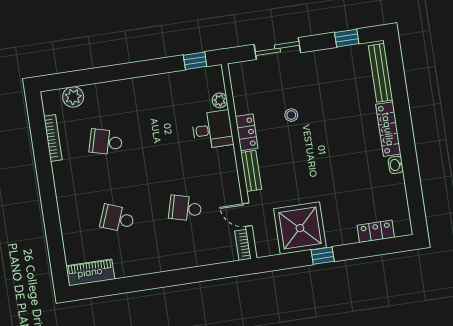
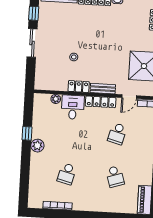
sliding door: (277, 48) -> (32, 43), moved
window: (195, 61) -> (27, 133), moved
plant: (73, 97) -> (37, 146), moved
locker: (230, 172) -> (101, 102), added
school desk: (117, 218) -> (115, 177), turned -39

